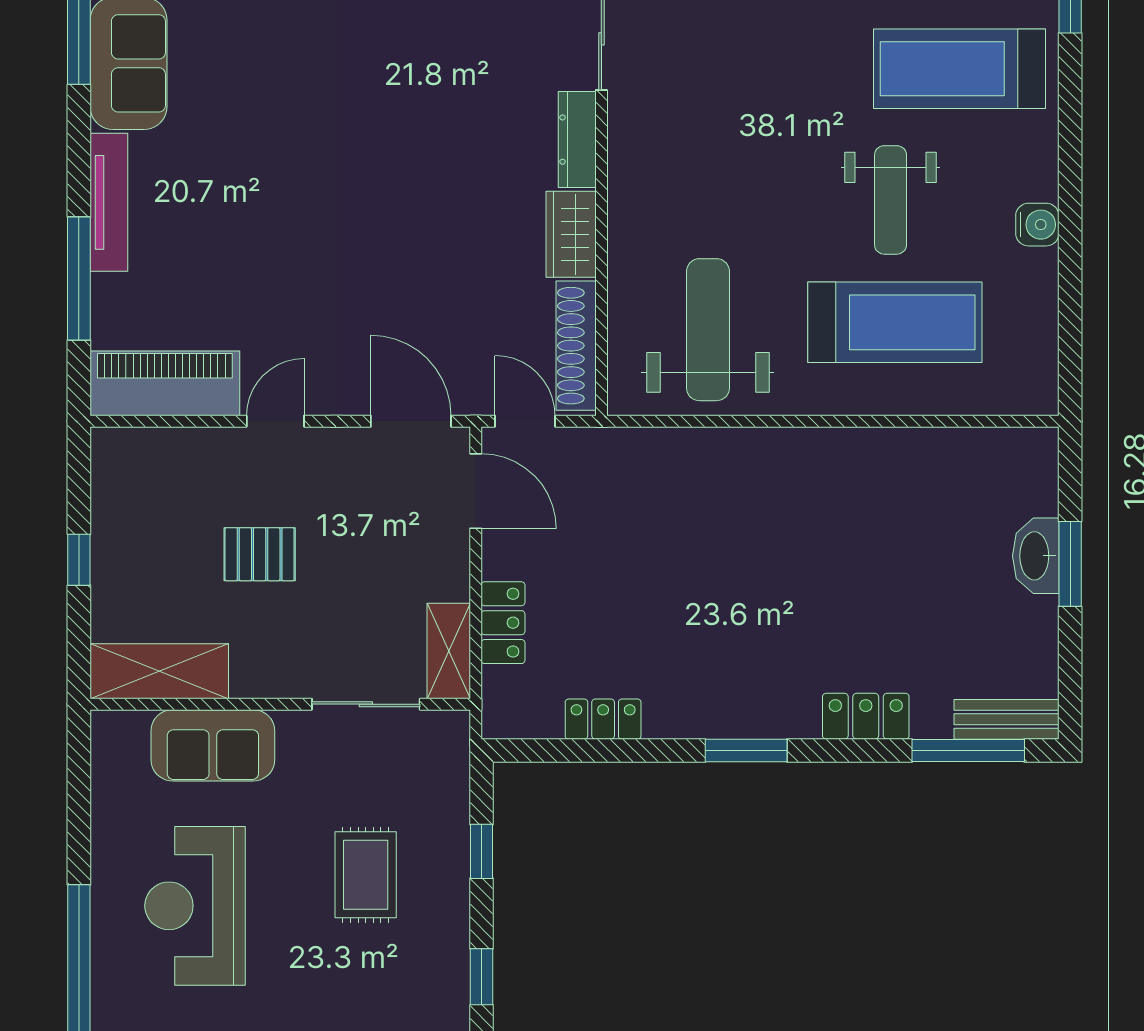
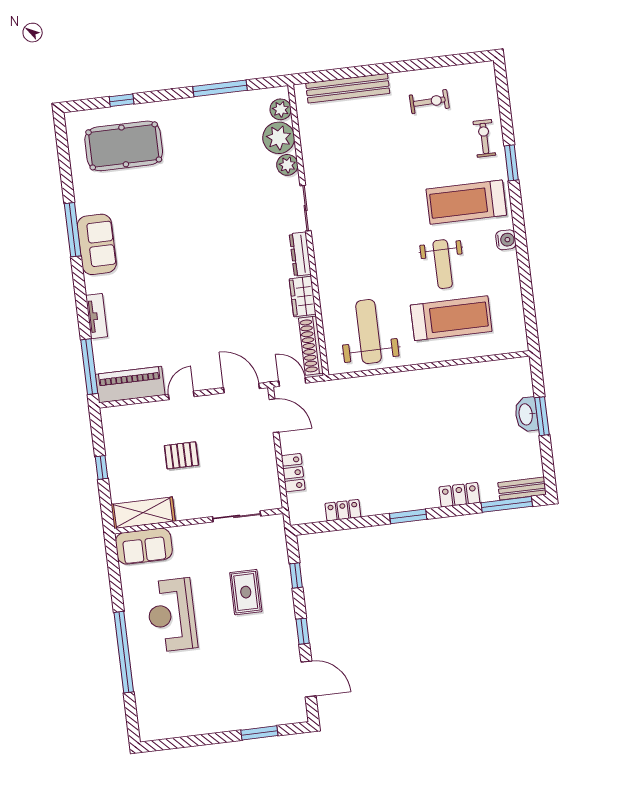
tv unit: (109, 202) -> (97, 316), width x0.71
water cooler: (1037, 225) -> (506, 240), moved
window: (79, 279) -> (89, 367), moved
shelving: (449, 651) -> (271, 488), removed
sofa: (213, 745) -> (144, 546), moved

